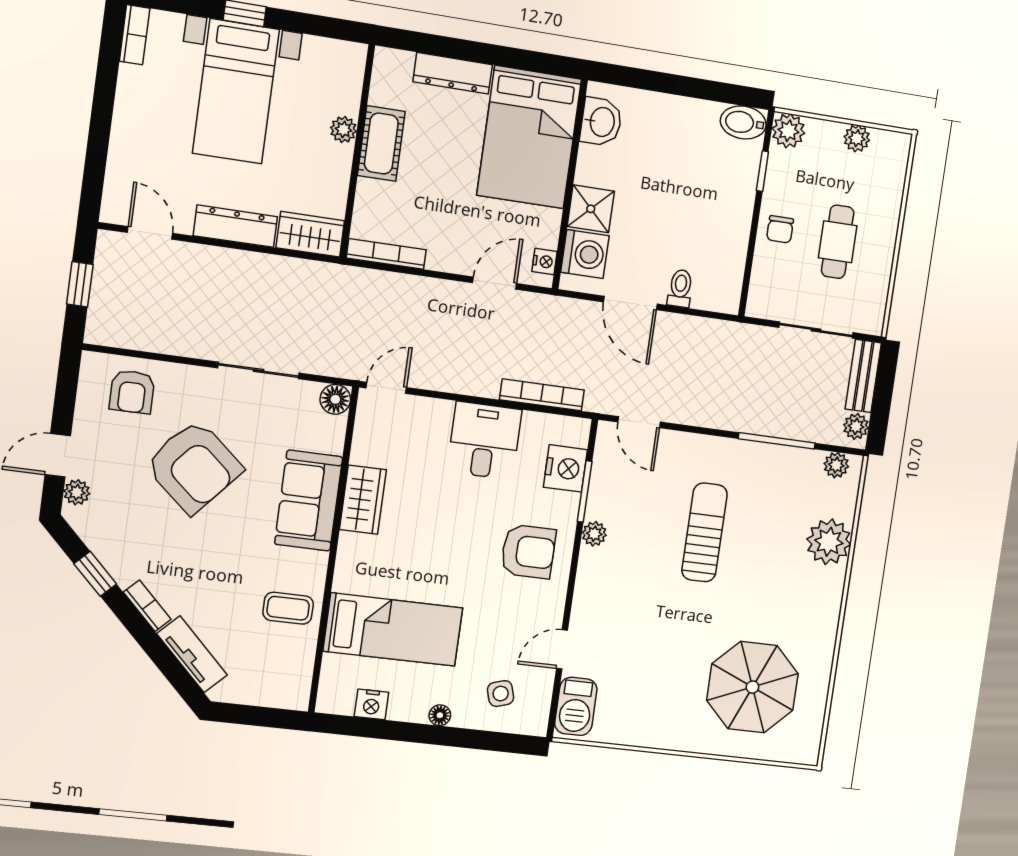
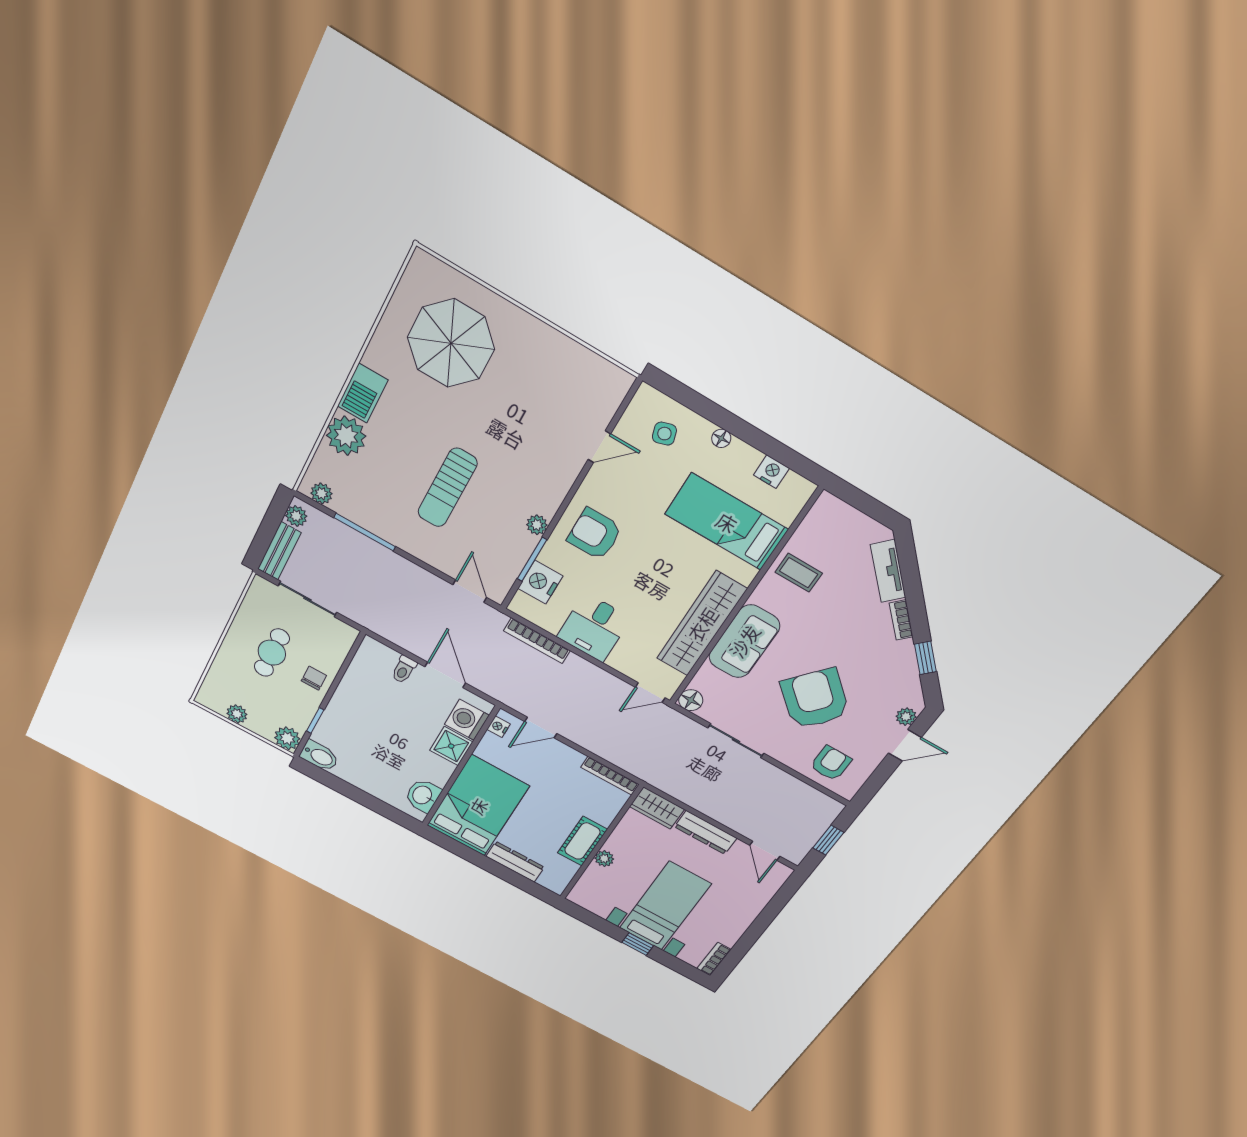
wardrobe: (363, 500) -> (702, 624), width x2.10, depth x1.17
barbecue: (576, 706) -> (363, 393), moved, turned 180

